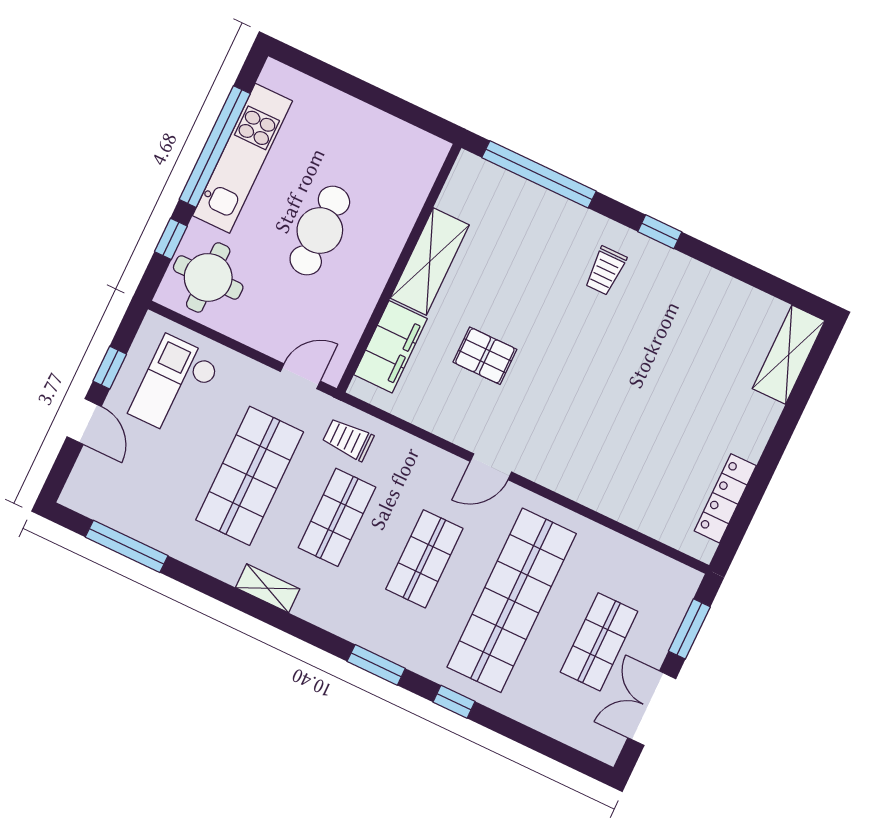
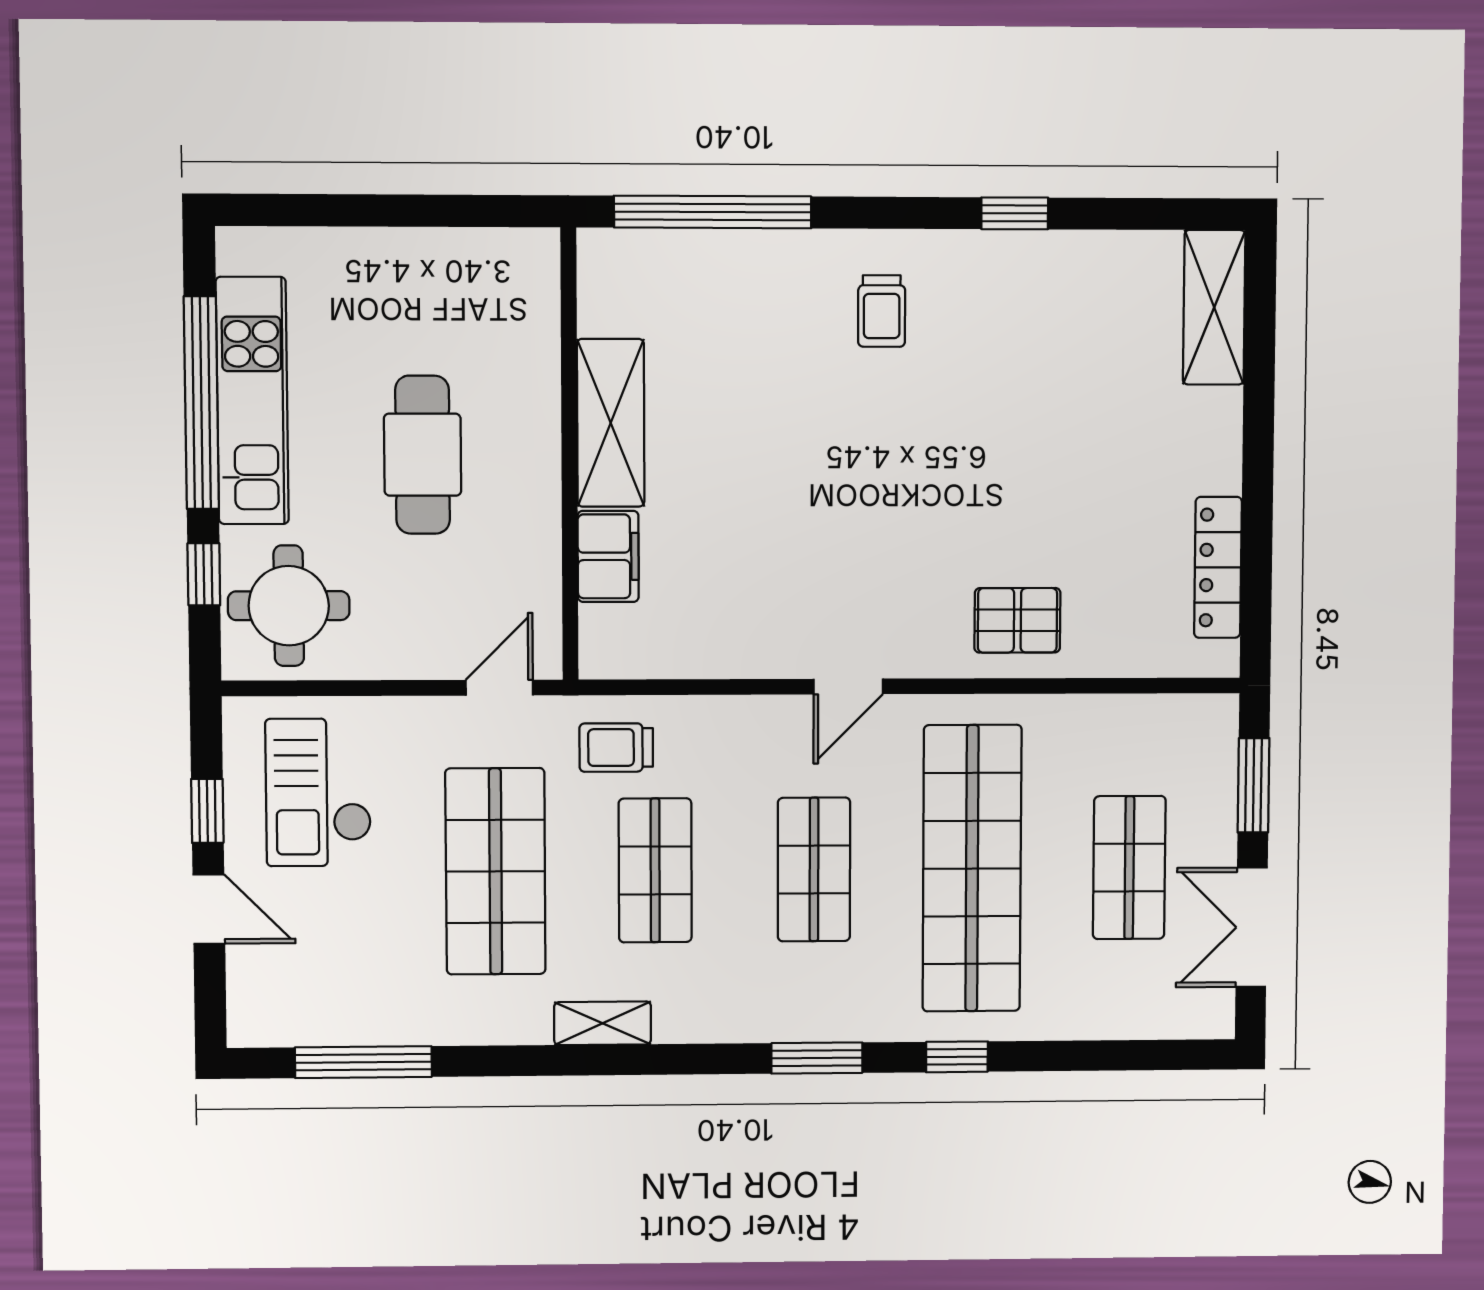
window: (660, 232) -> (1015, 213), moved
filing cabinet: (391, 347) -> (608, 556), width x0.67, depth x0.86
pallet: (485, 356) -> (1017, 620), moved

